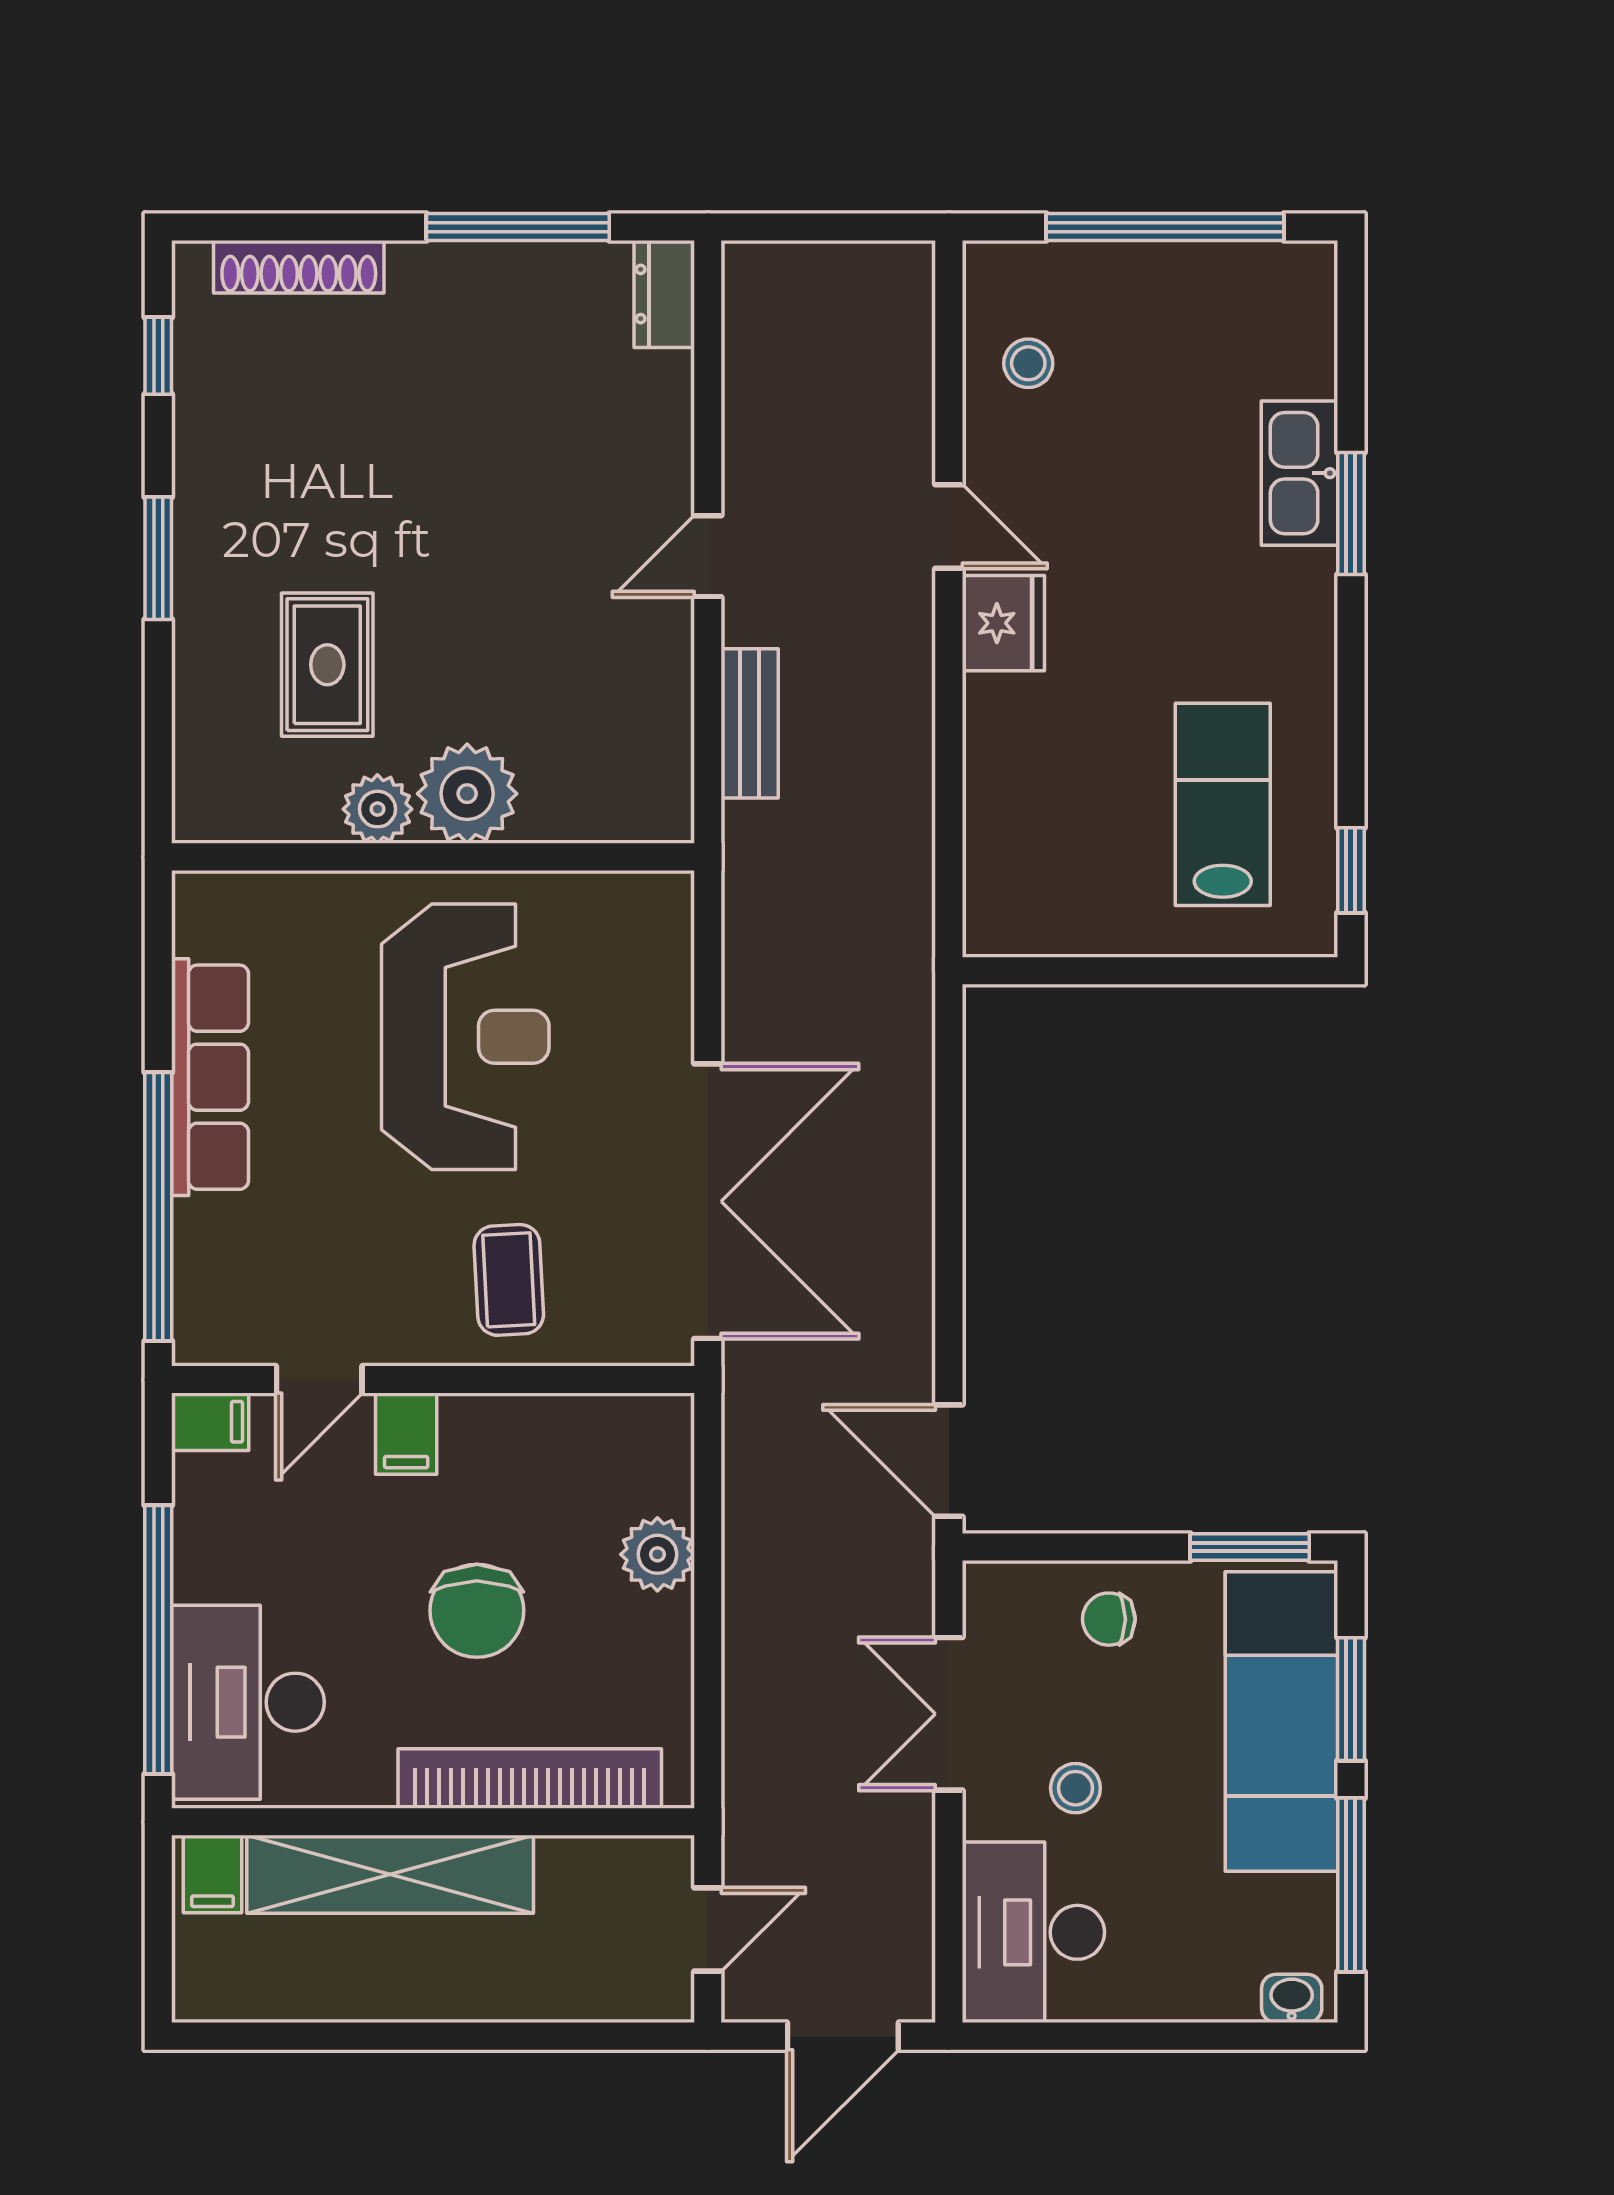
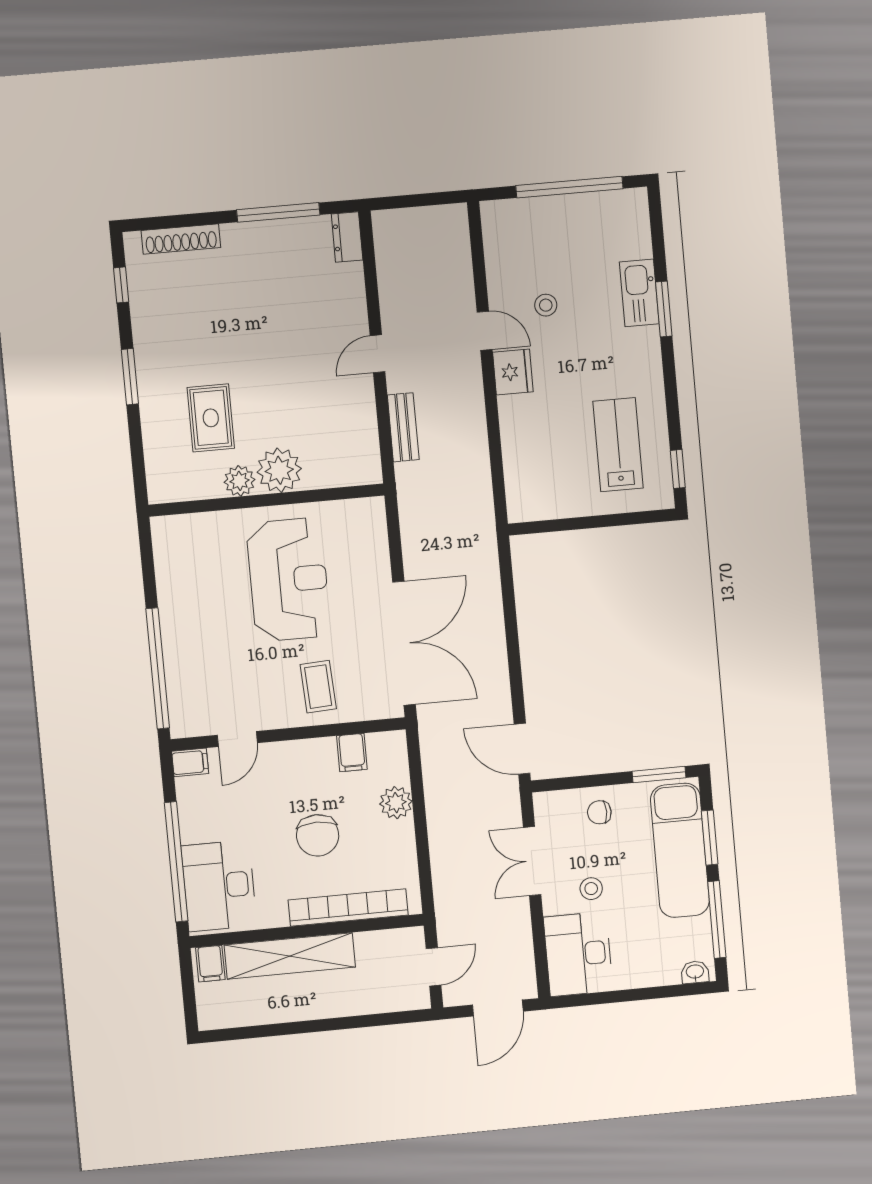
stool: (1028, 363) -> (546, 305), moved
row of seats: (210, 1077) -> (175, 608), removed
filing cabinet: (406, 1434) -> (352, 753), moved

